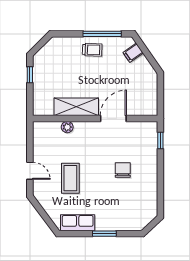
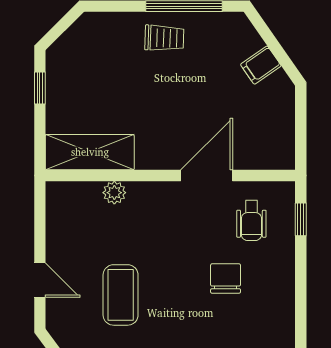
filing cabinet: (133, 53) -> (261, 65), moved
shelving: (76, 107) -> (90, 152), moved
wheelchair: (136, 141) -> (251, 221), added

